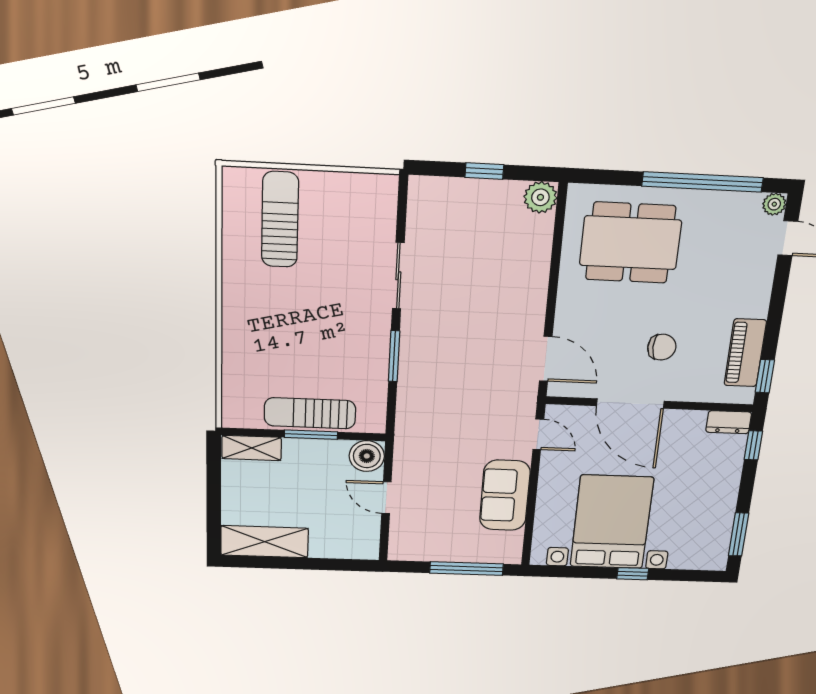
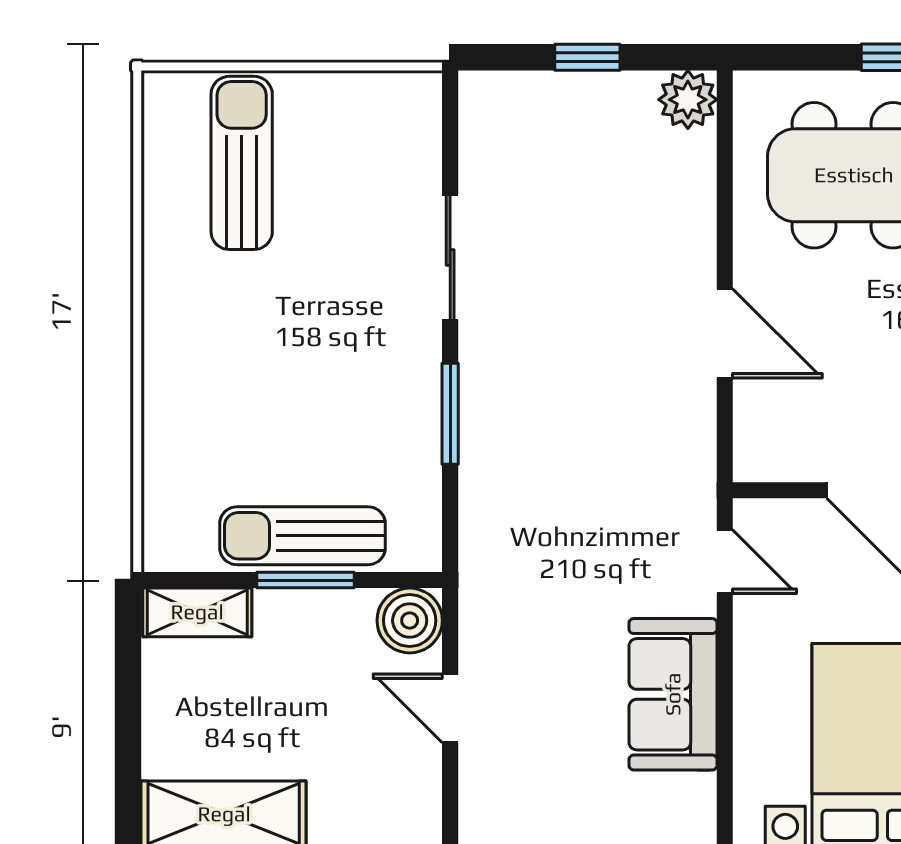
door: (546, 359) -> (725, 334), moved

